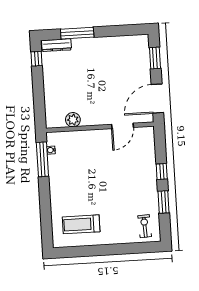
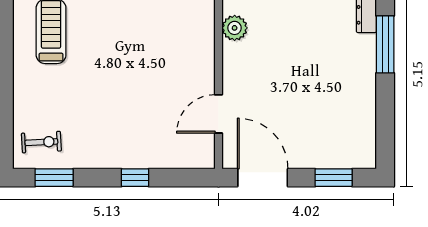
door: (123, 126) -> (219, 114), hinge flipped
window: (164, 202) -> (54, 178), moved

